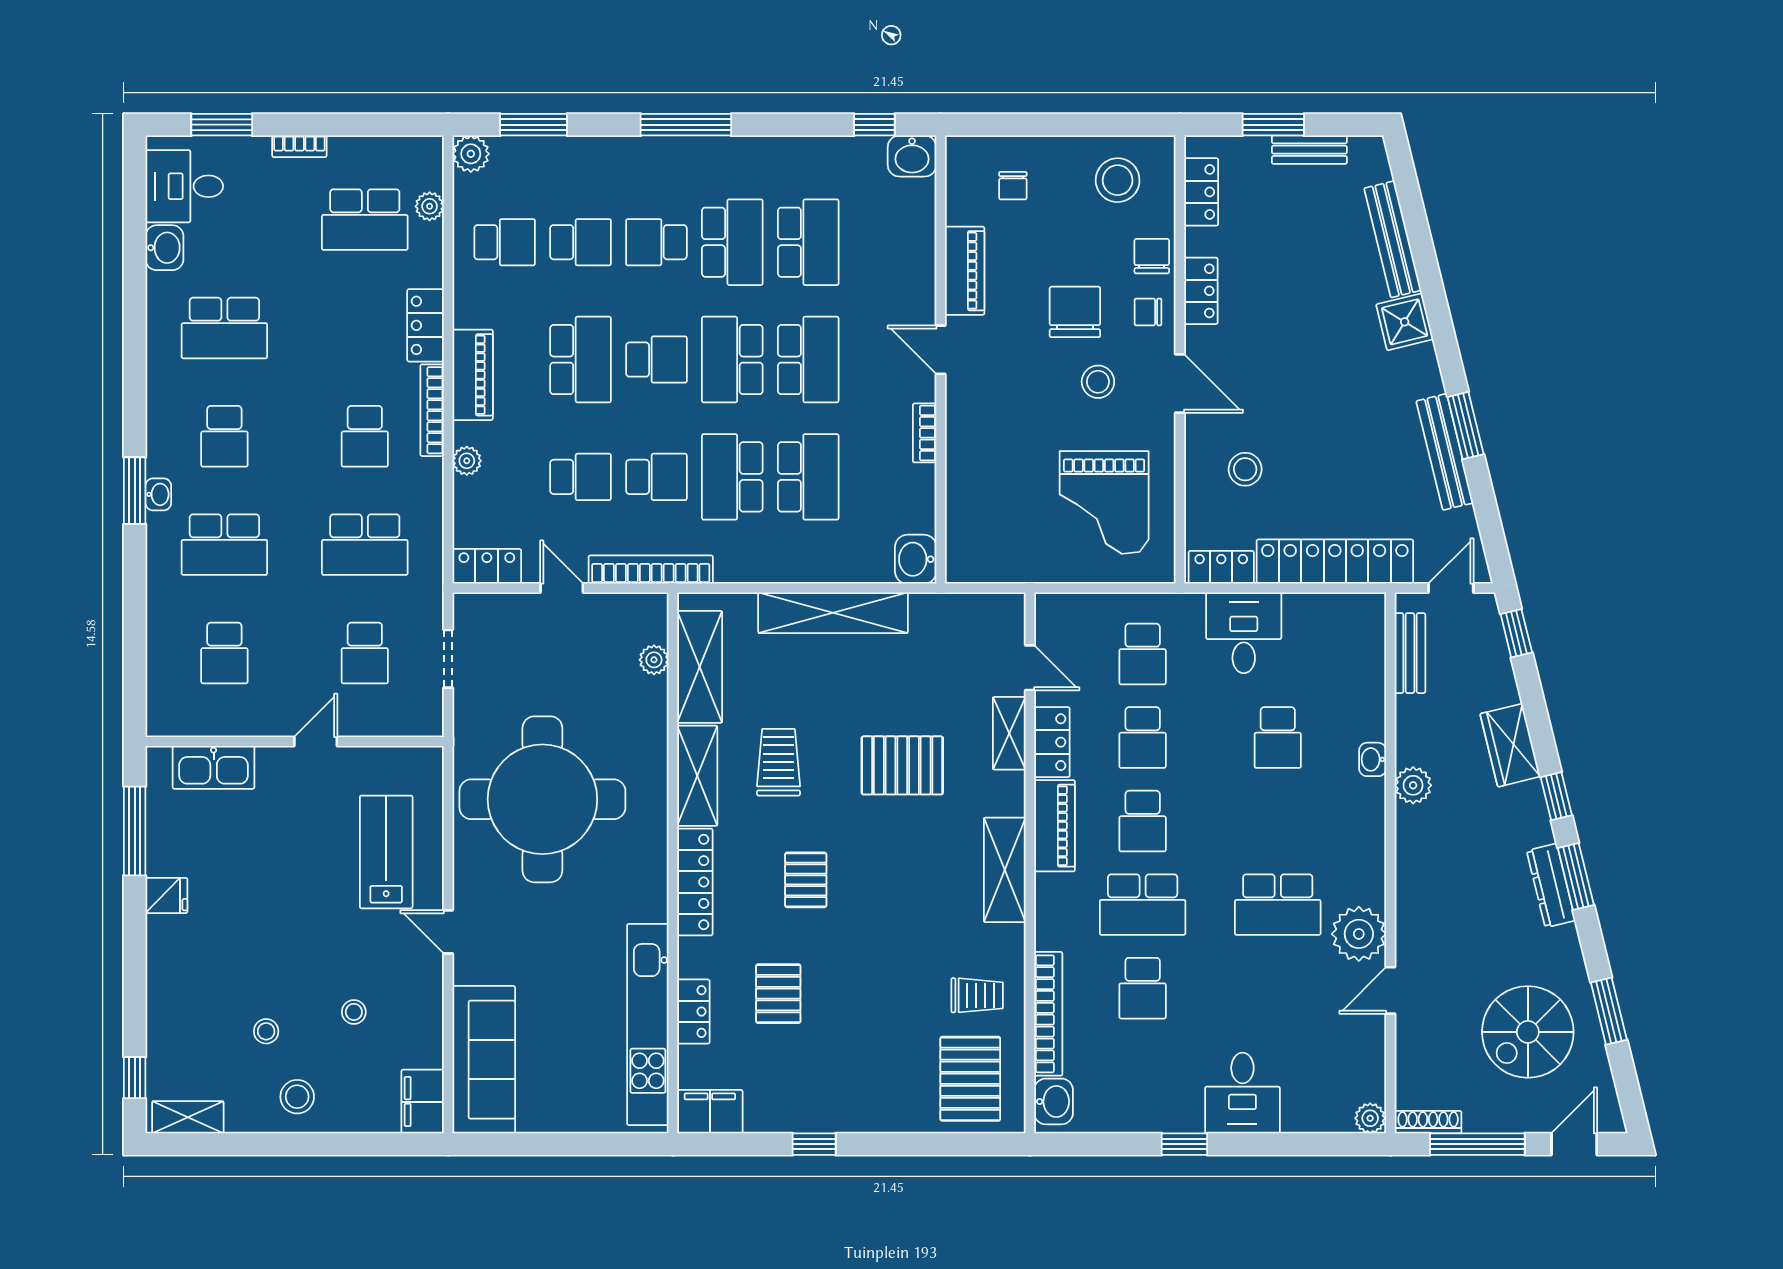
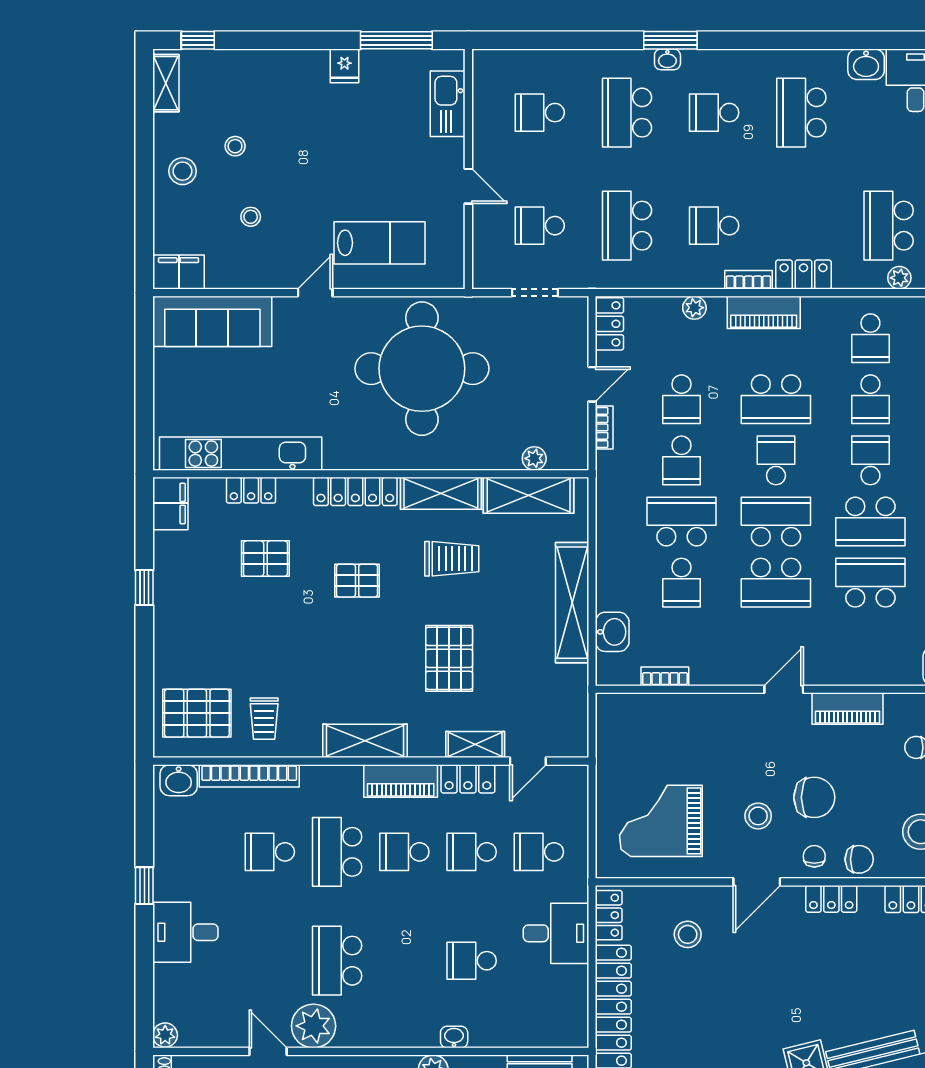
school desk: (808, 242) -> (870, 583), turned 180
school desk: (656, 360) -> (776, 460), turned 180
bookcase: (432, 410) -> (748, 280), width x0.64
bookcase: (925, 433) -> (665, 676), moved
school desk: (808, 477) -> (681, 583), width x0.54
washbasin: (916, 559) -> (612, 632), moved, turned 90
bookcase: (651, 570) -> (604, 427), width x0.43, depth x0.76

